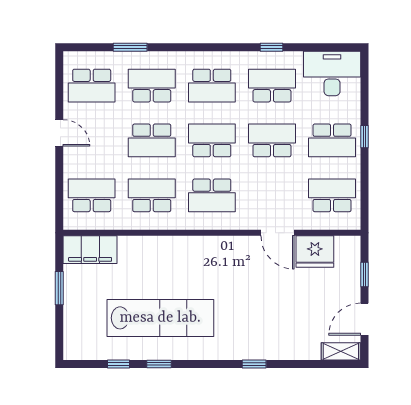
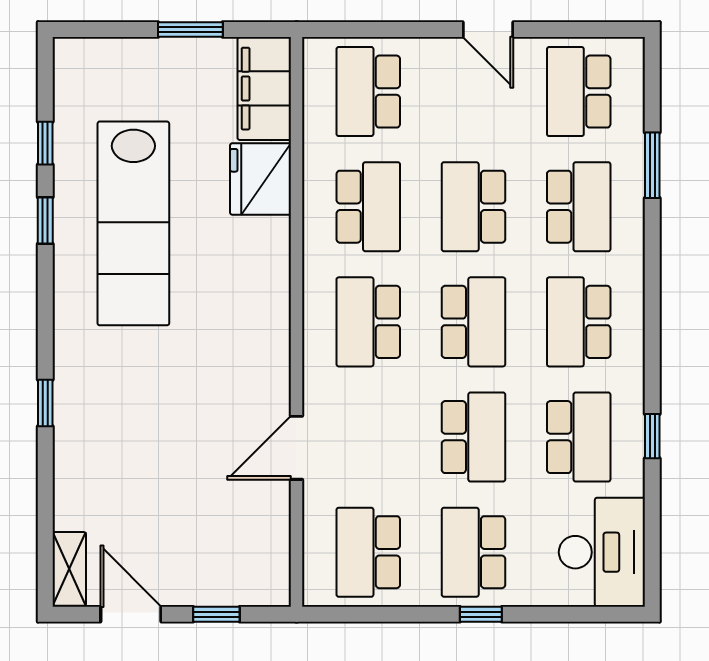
door: (59, 133) -> (488, 30), hinge flipped
school desk: (92, 195) -> (368, 92), turned 180
school desk: (332, 195) -> (368, 552), turned 180
fridge: (315, 252) -> (261, 179), moved

